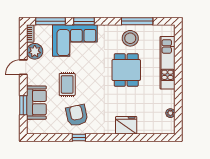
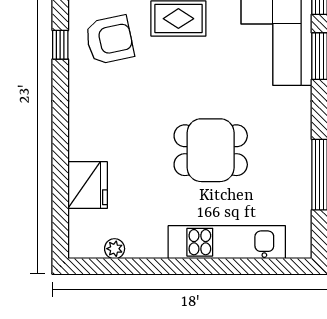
stool: (130, 38) -> (281, 159), removed
fridge: (126, 125) -> (88, 185), moved

